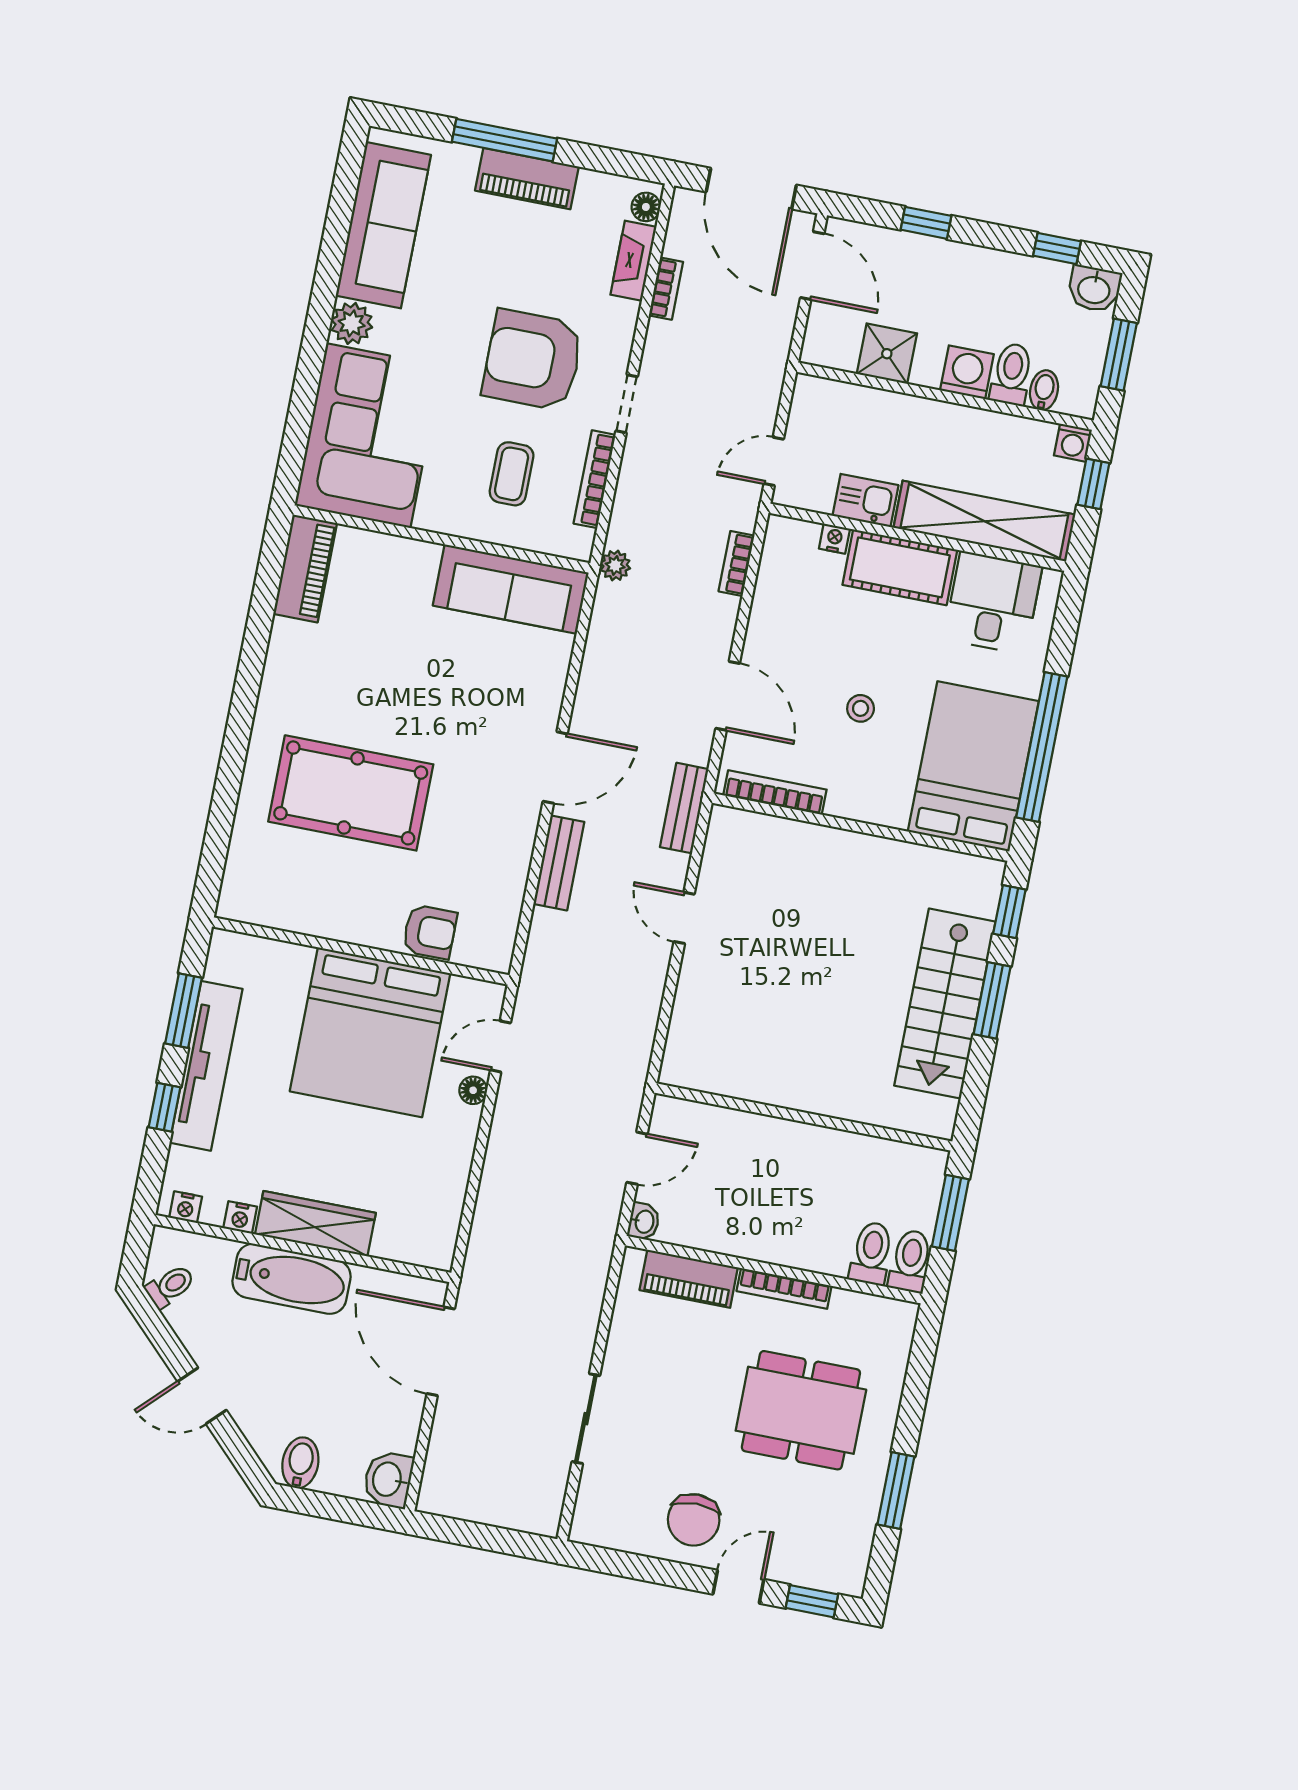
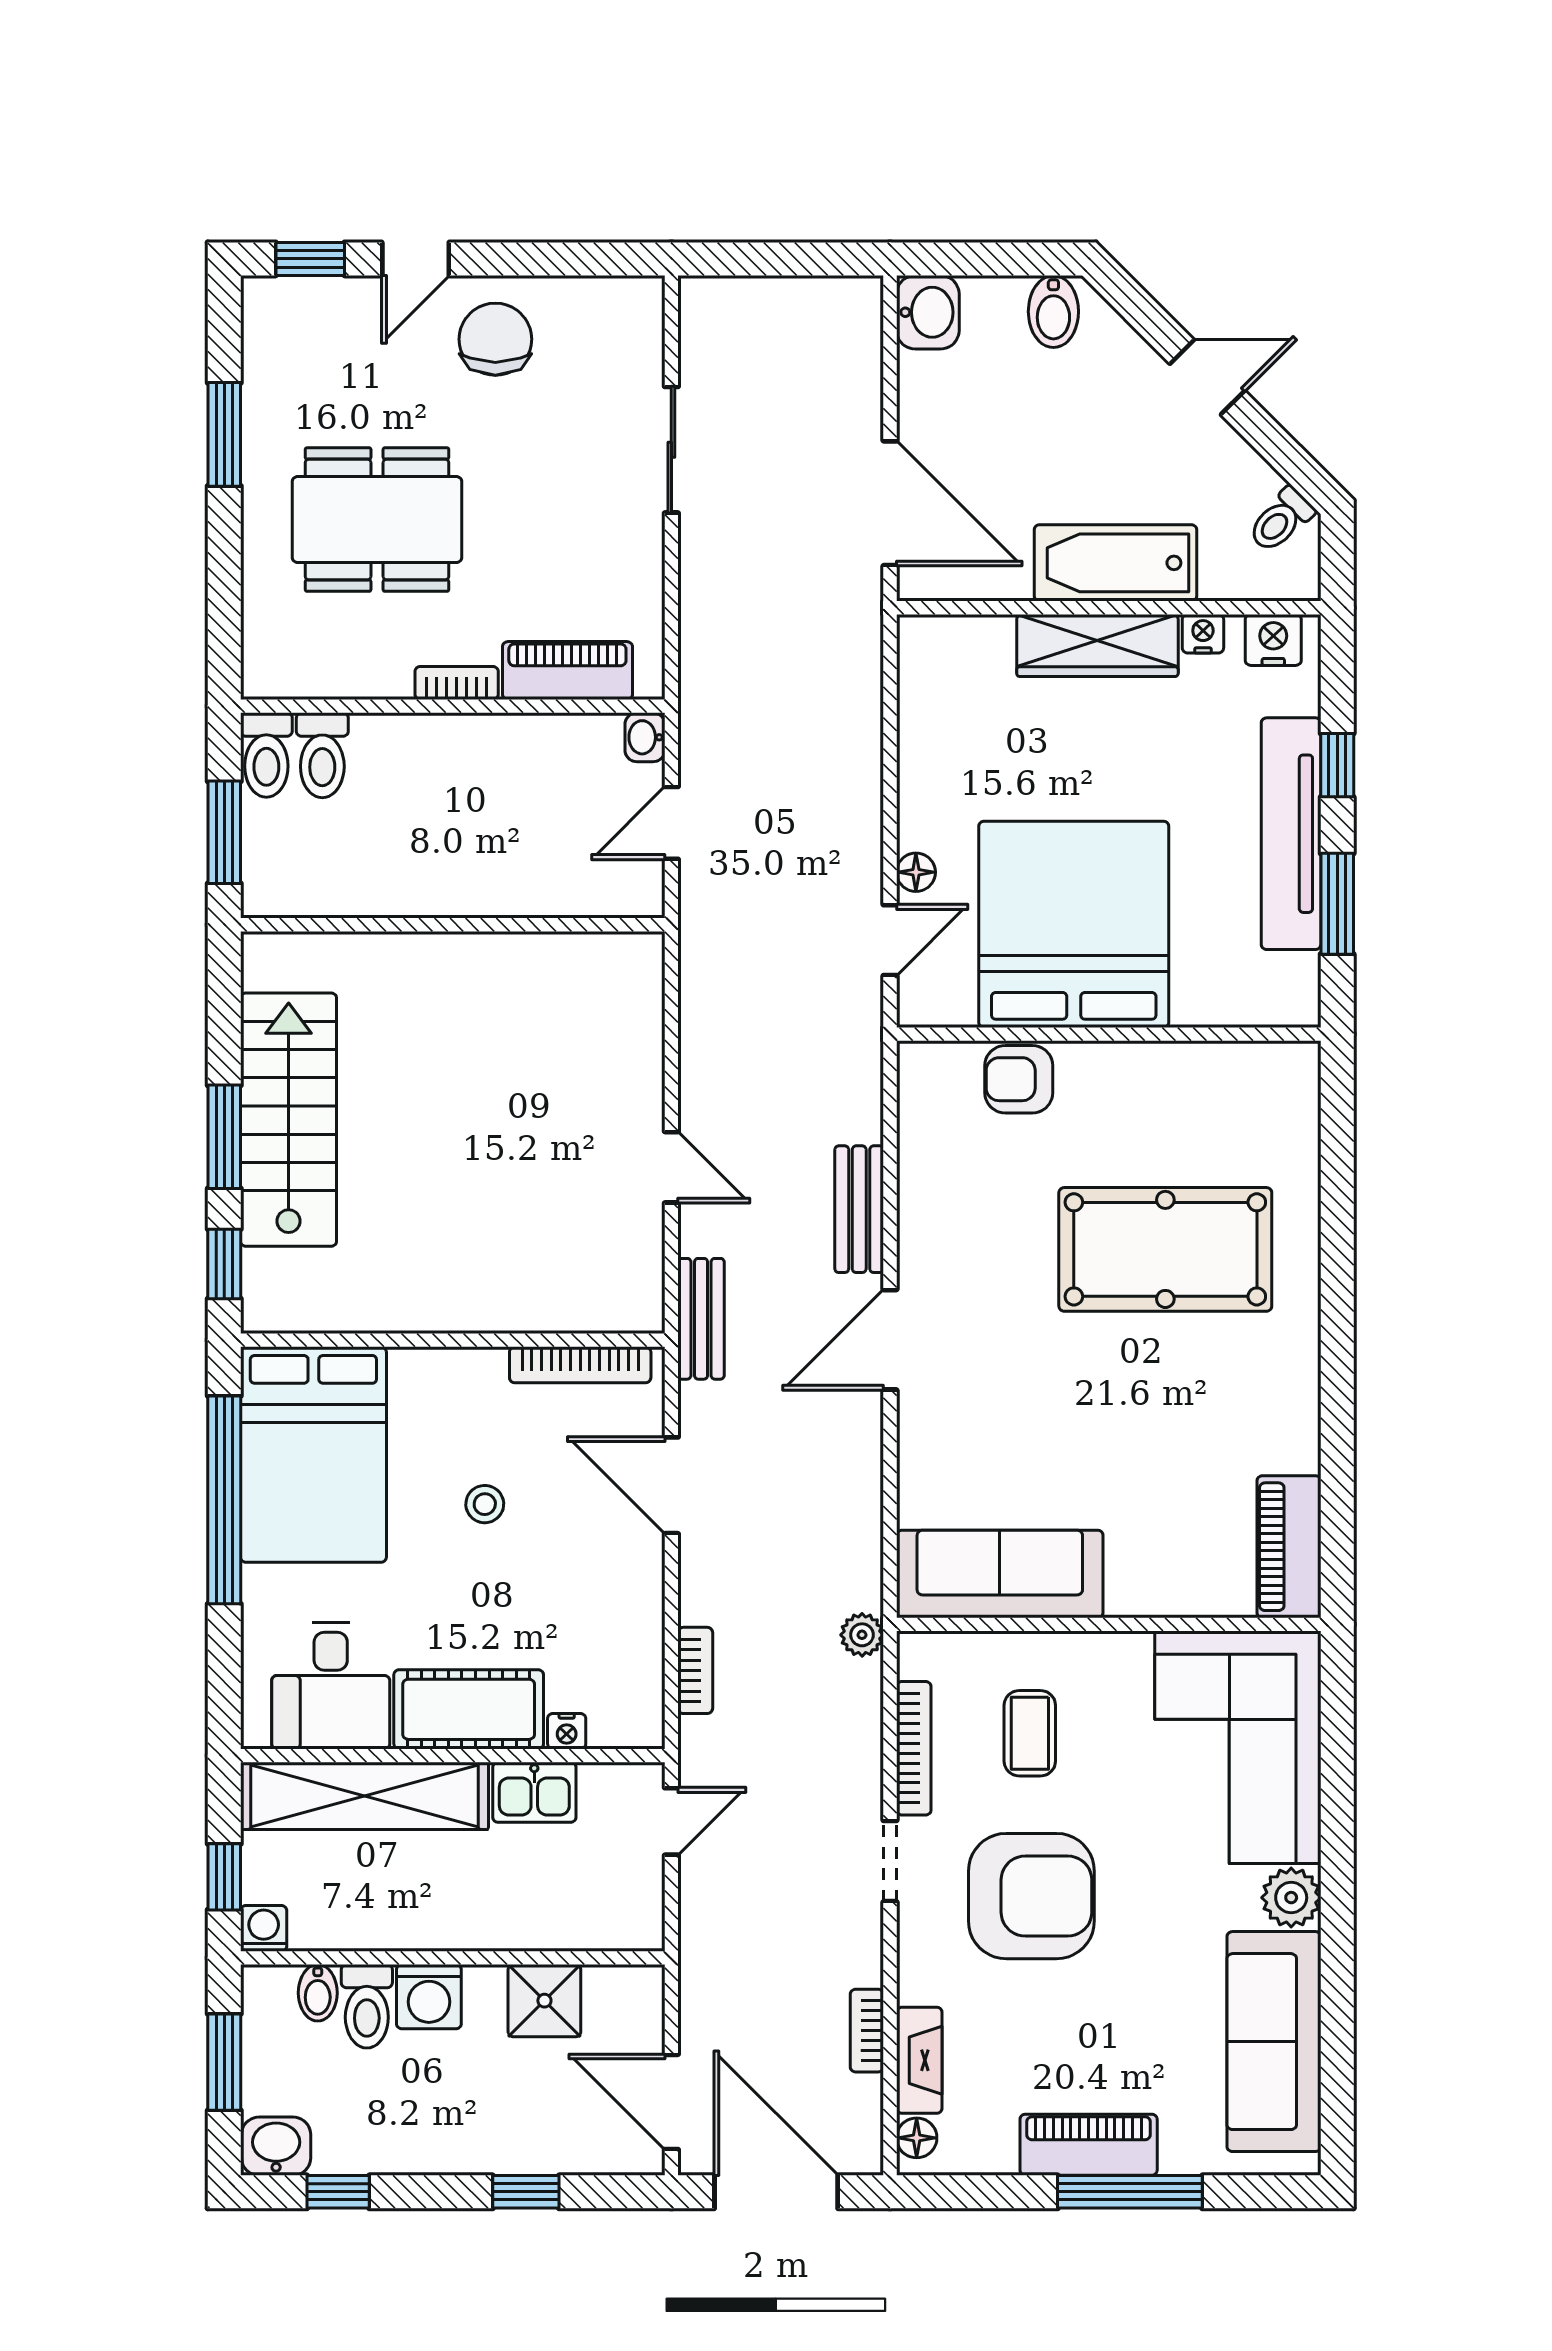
nightstand: (186, 1207) -> (1273, 640), width x1.39, depth x1.35
bookcase: (784, 1288) -> (457, 683), width x0.64

